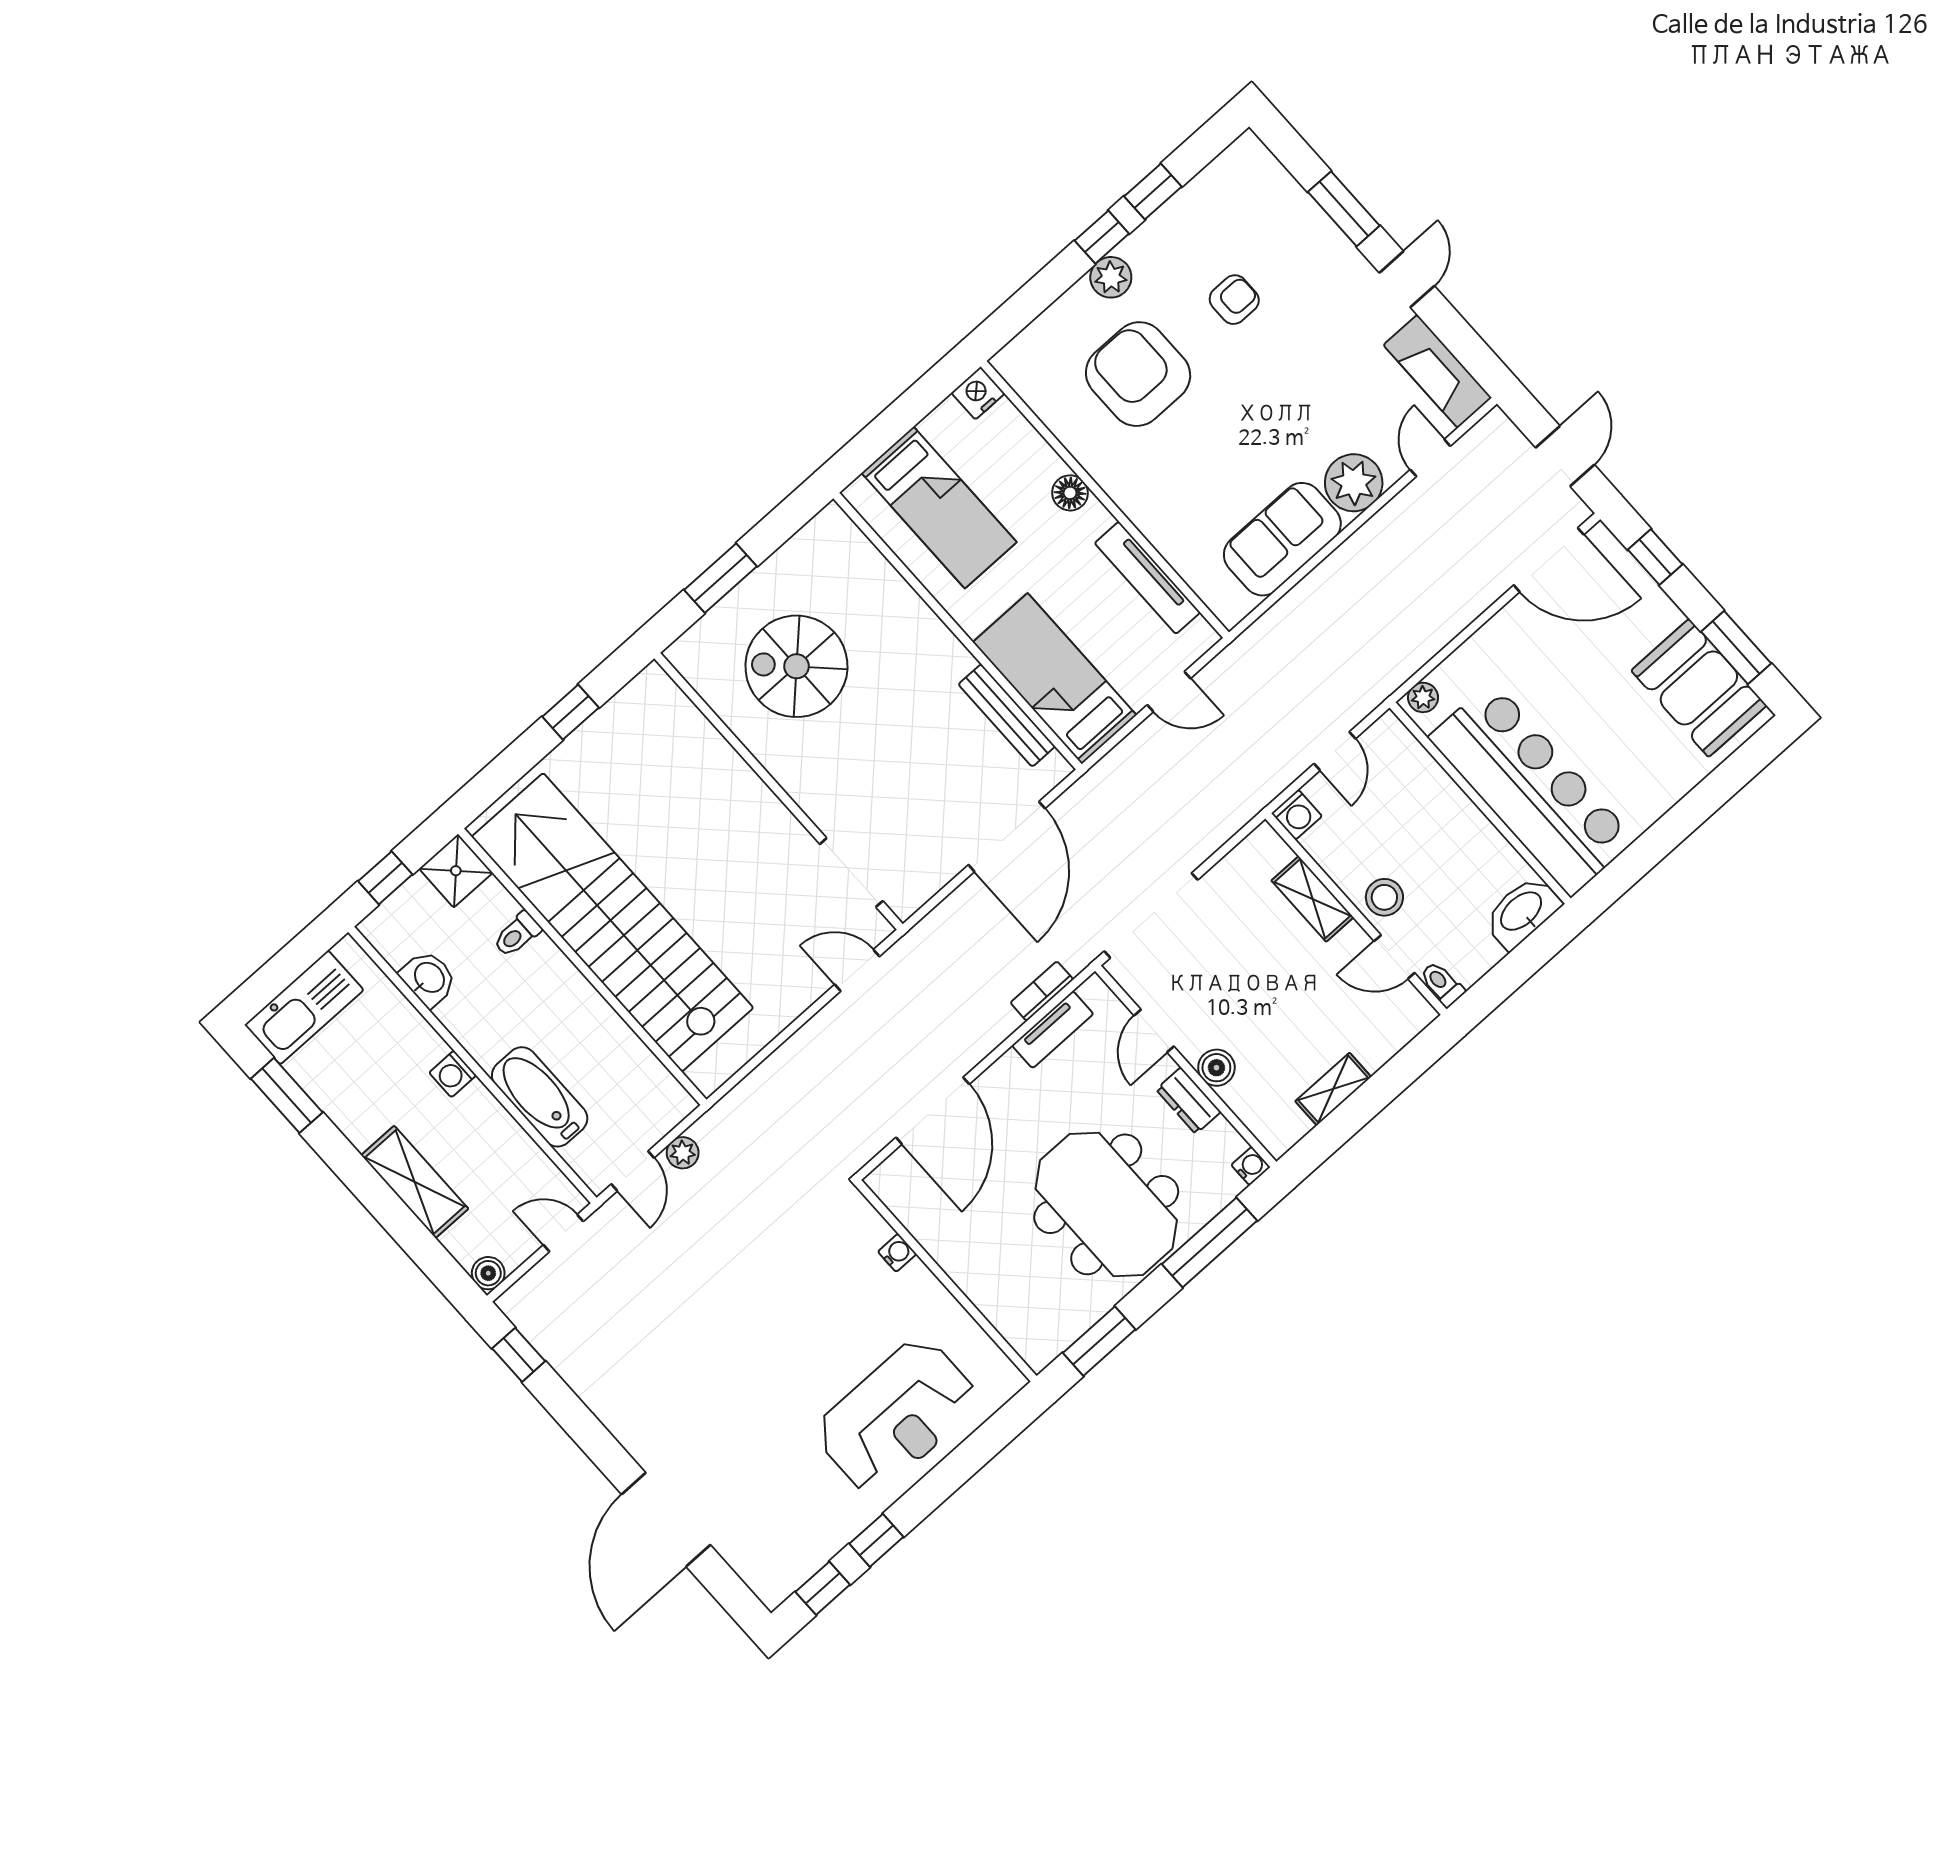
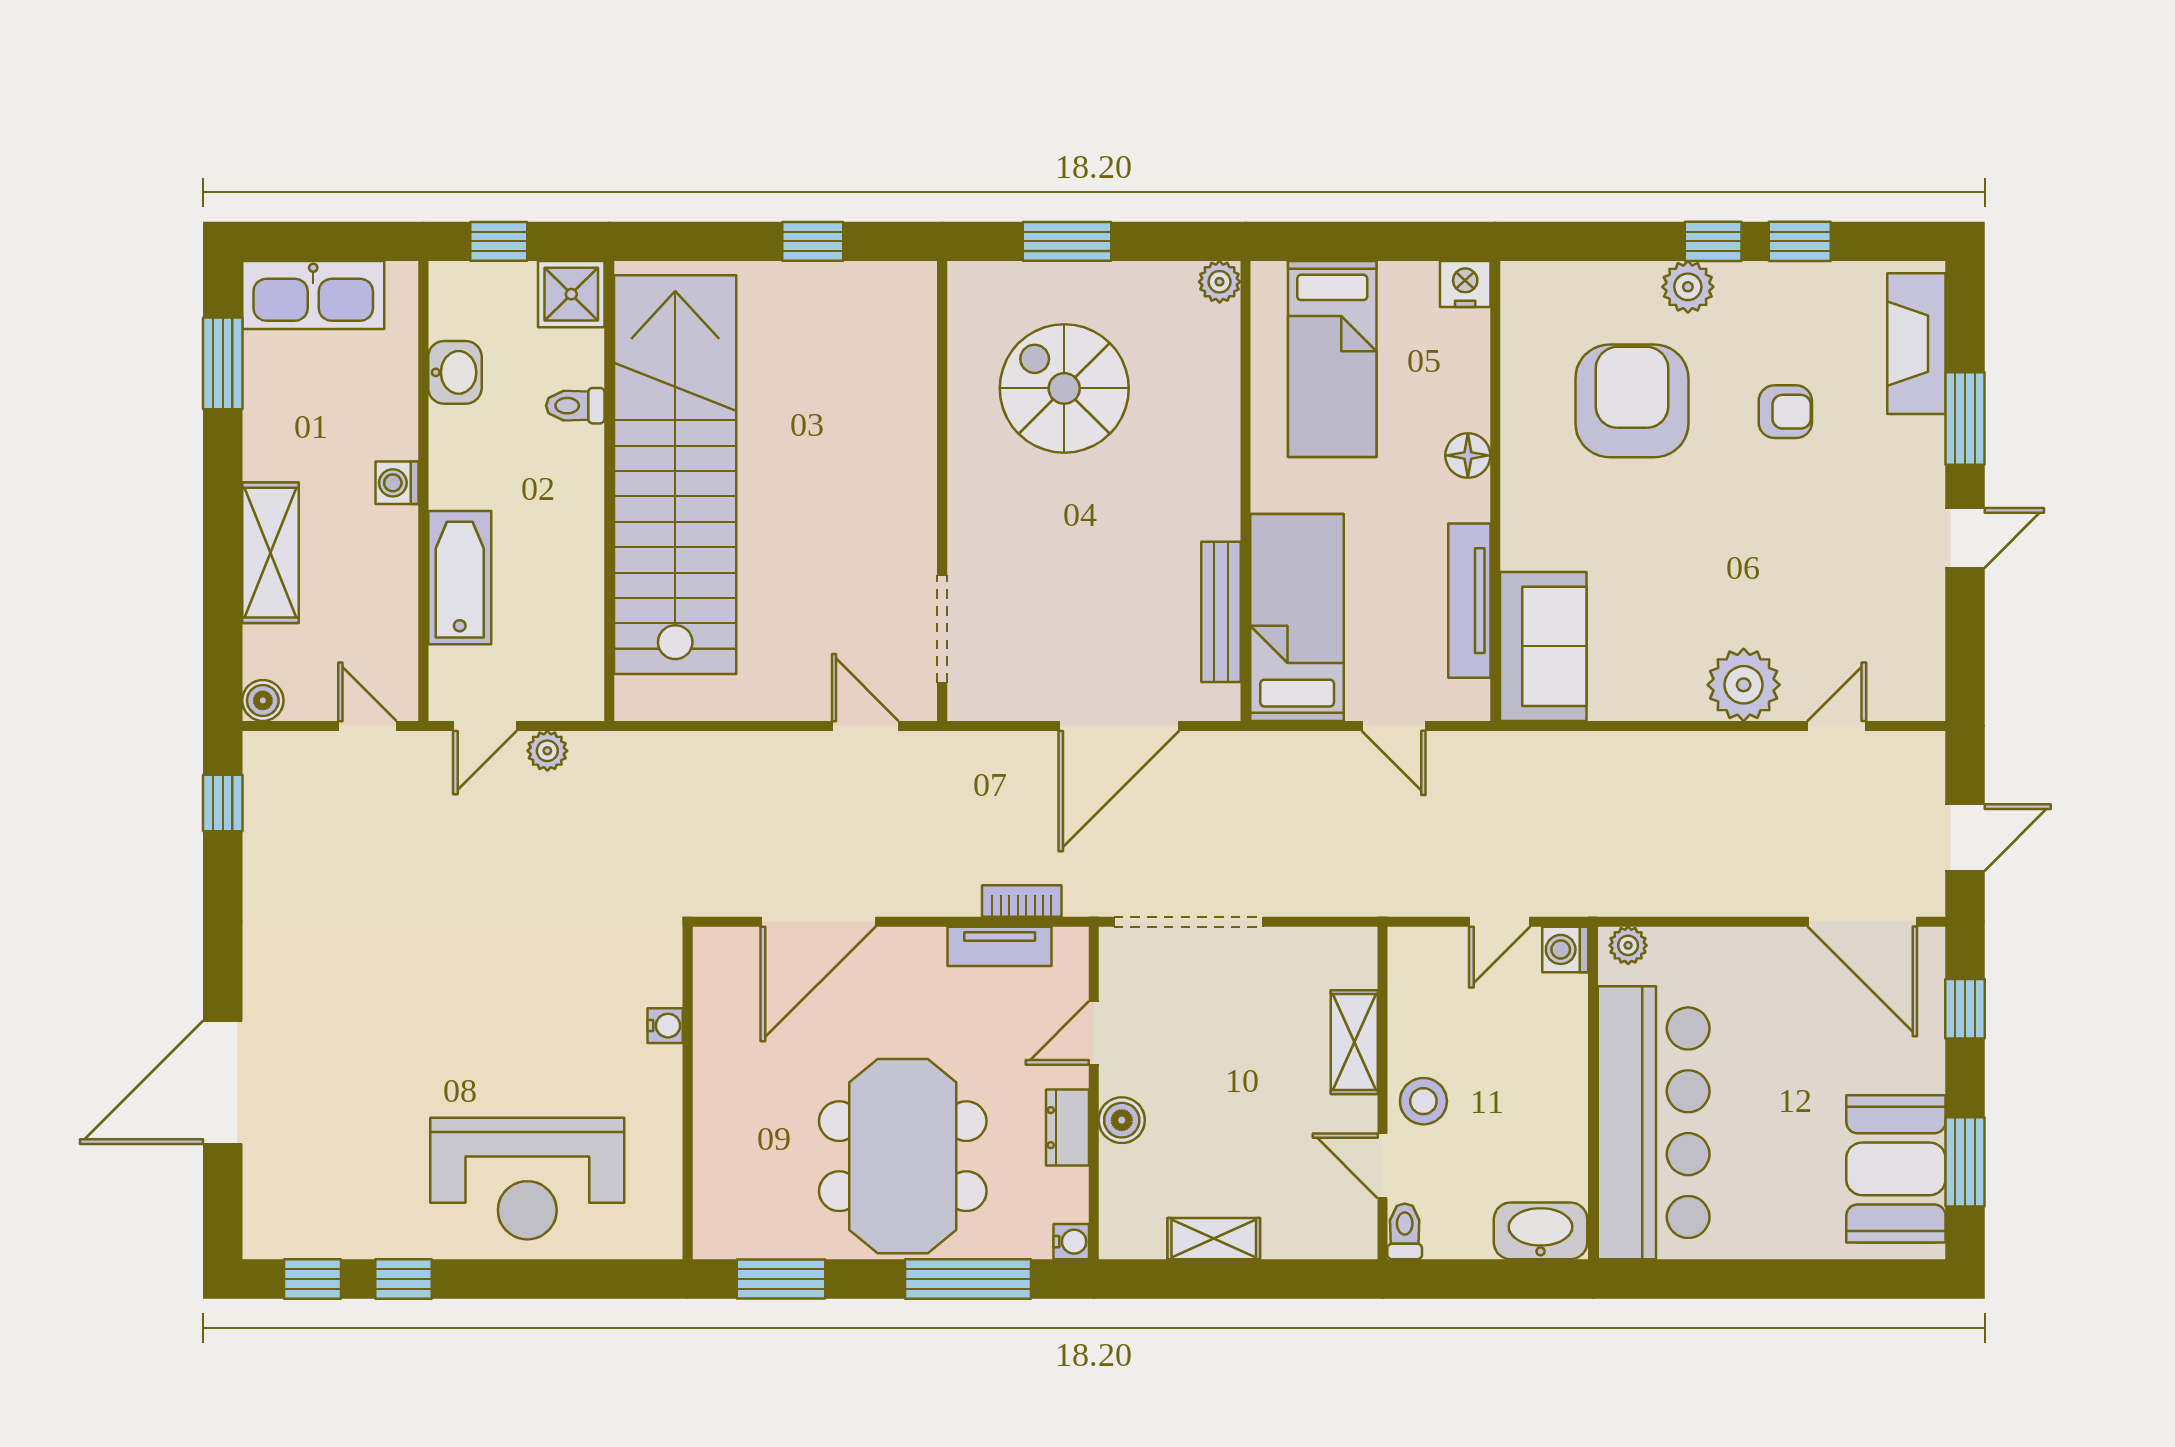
fireplace: (1438, 371) -> (1916, 344), moved
plant: (832, 521) -> (1220, 282), added
sofa: (1282, 539) -> (1543, 646), moved, turned 90
washing machine: (1297, 815) -> (1565, 949), moved, turned 90

